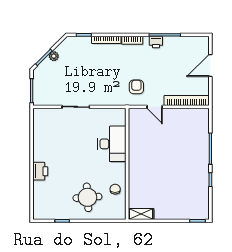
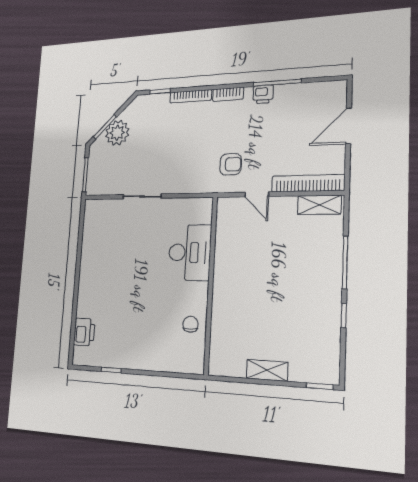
plant: (54, 56) -> (117, 133), width x1.87, depth x1.87
armchair: (136, 87) -> (231, 164), turned 90
shelving: (194, 114) -> (319, 205), added
printer: (40, 171) -> (84, 332), moved
round table: (87, 197) -> (149, 335), removed
shelving: (141, 214) -> (267, 370), moved

